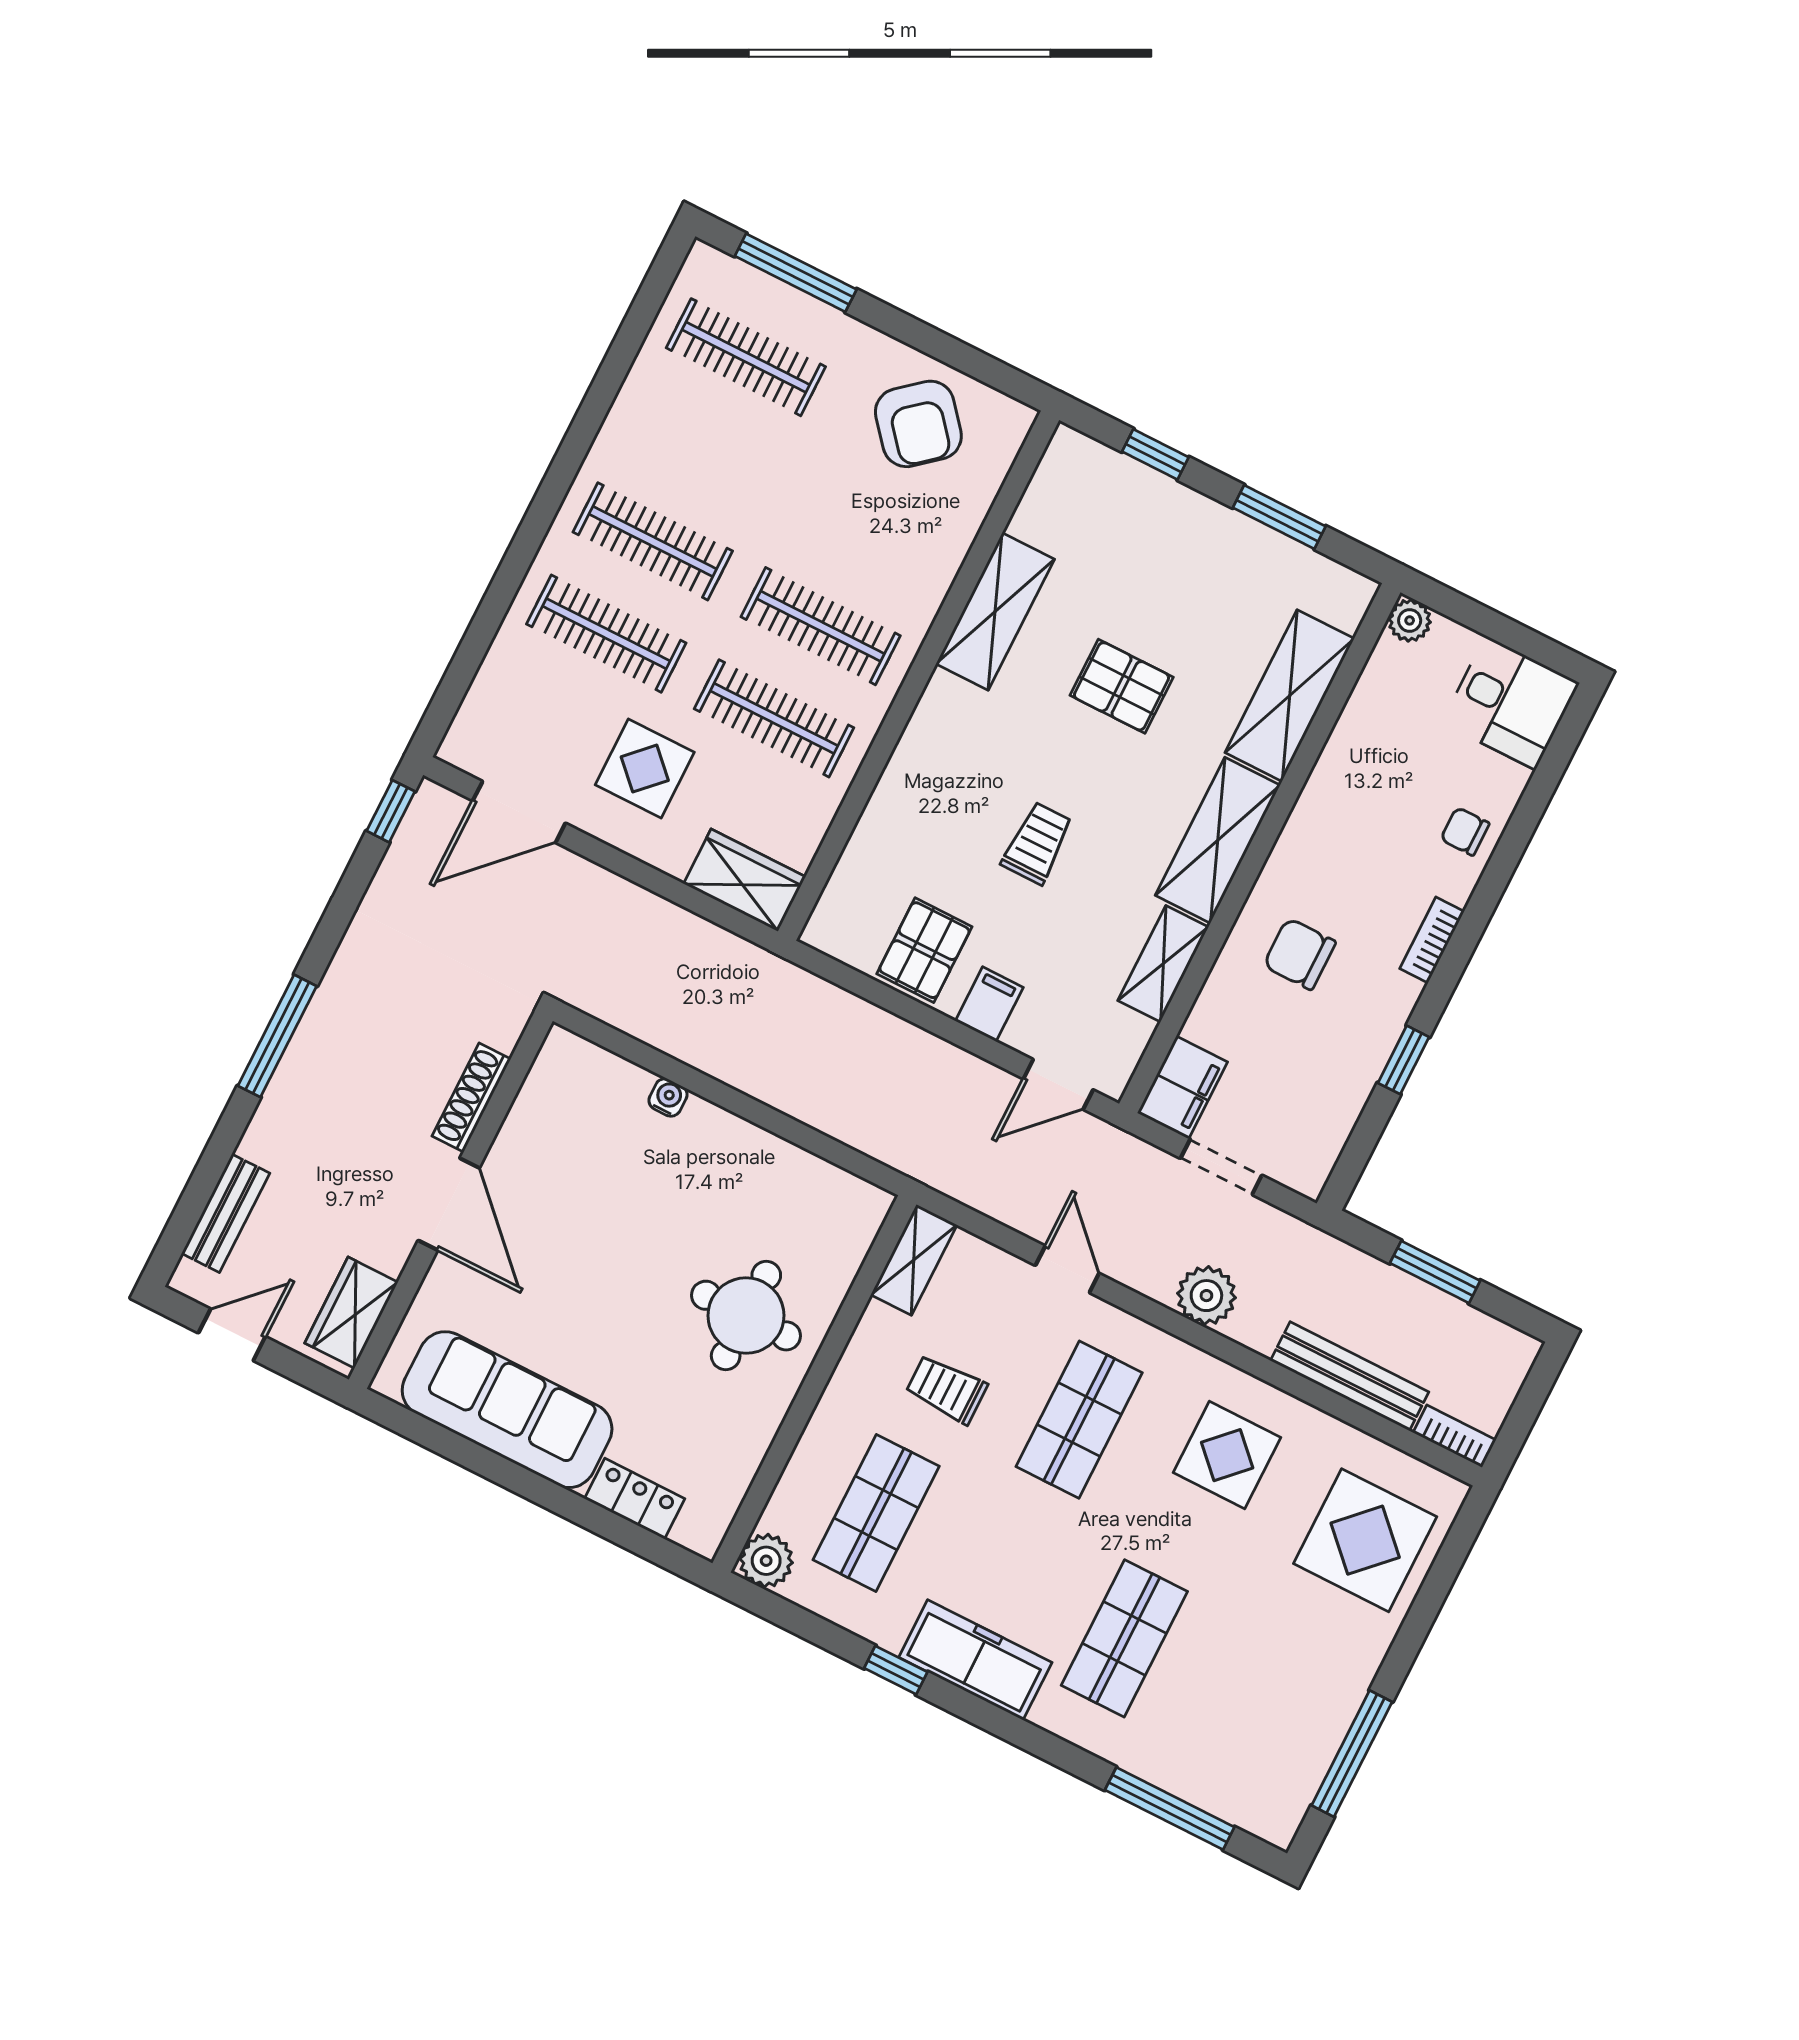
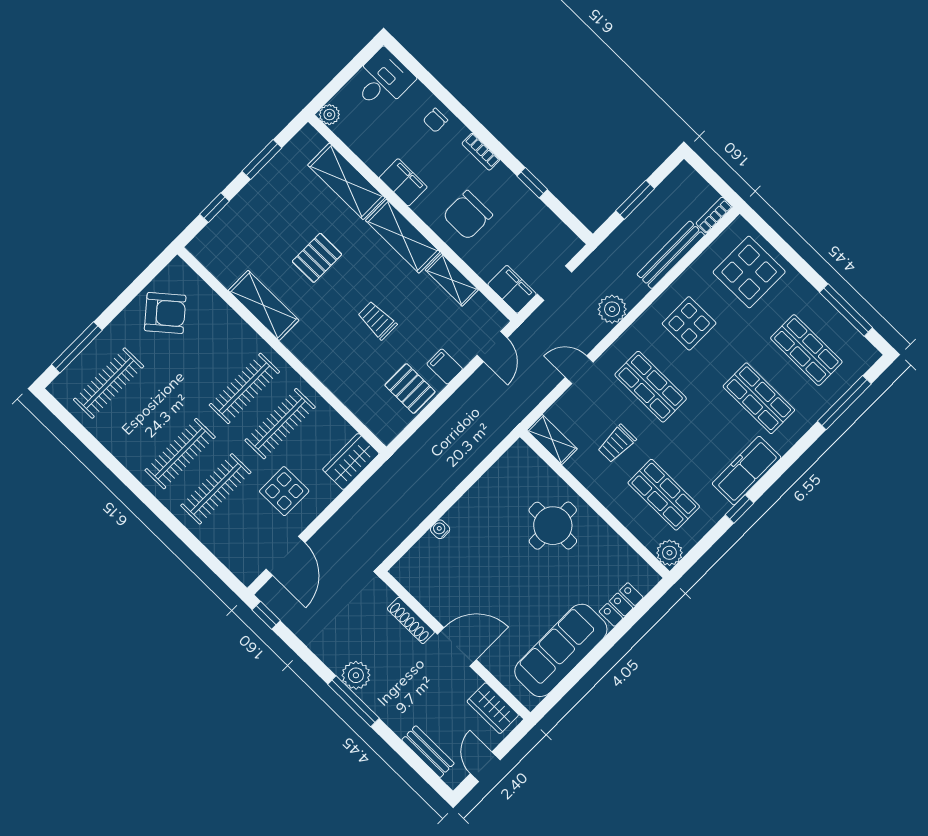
filing cabinet: (1323, 807) -> (403, 182), added
chair: (1300, 954) -> (468, 215), width x1.37, depth x1.37
plant: (330, 1024) -> (356, 675), added
shop shelf: (1249, 1701) -> (806, 350), added

